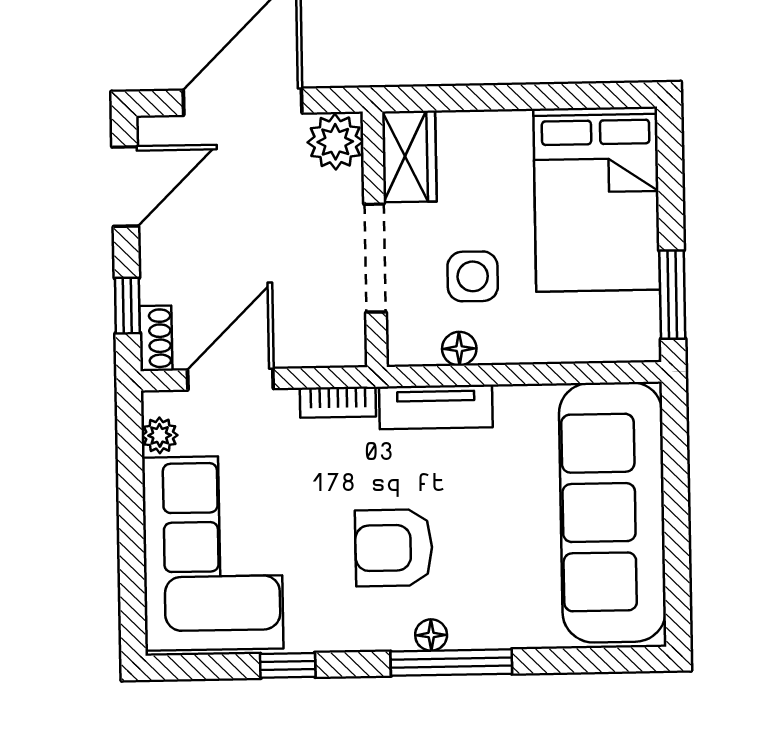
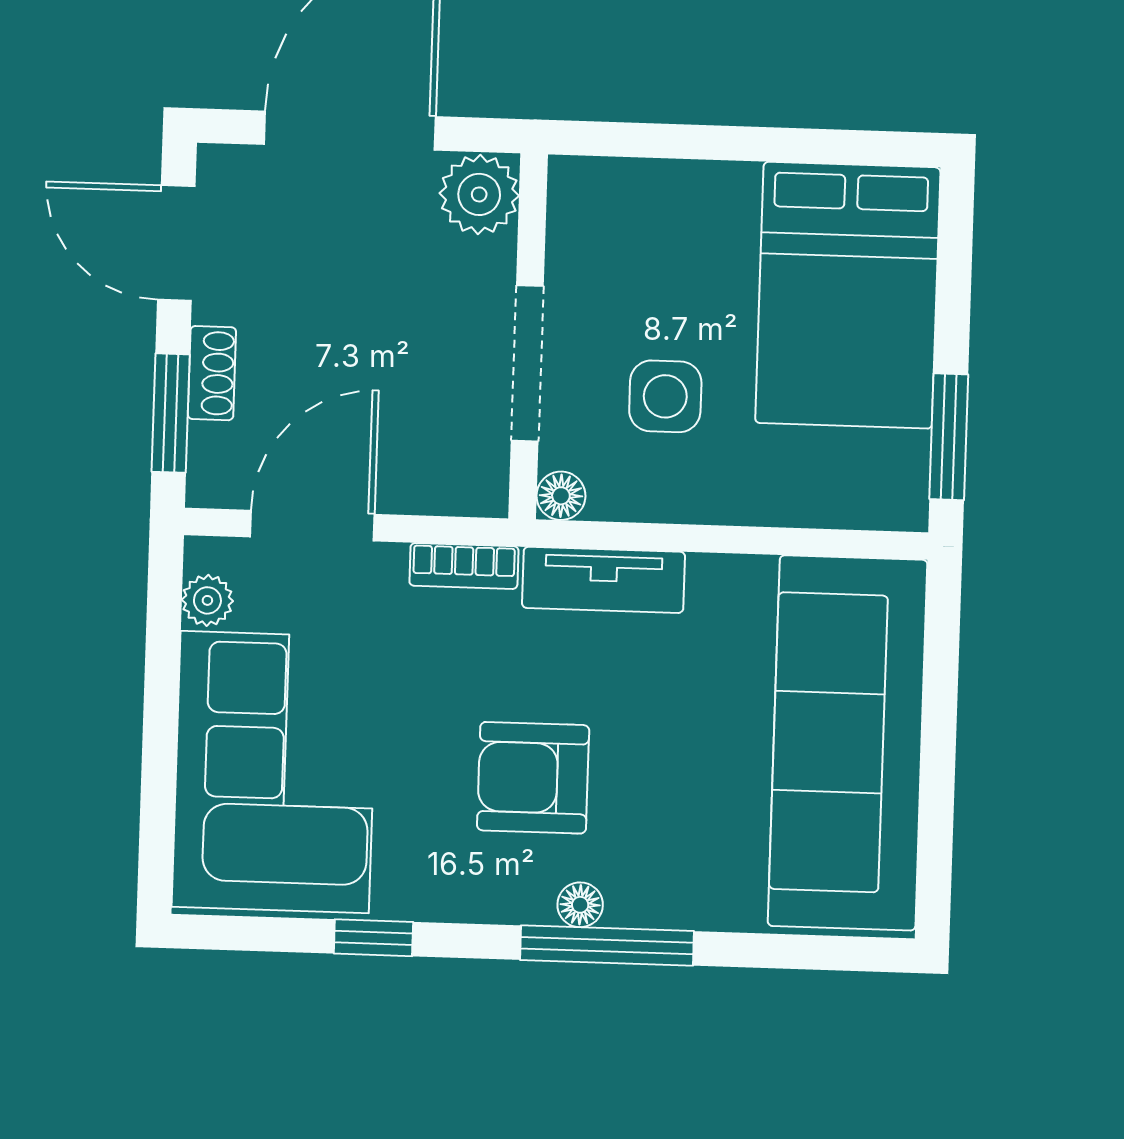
wardrobe: (409, 156) -> (584, 221), removed
door: (125, 187) -> (176, 243), swing flipped
window: (127, 306) -> (171, 413), width x1.50
shoe rack: (156, 338) -> (212, 373), moved
floor lamp: (459, 349) -> (561, 496), moved

